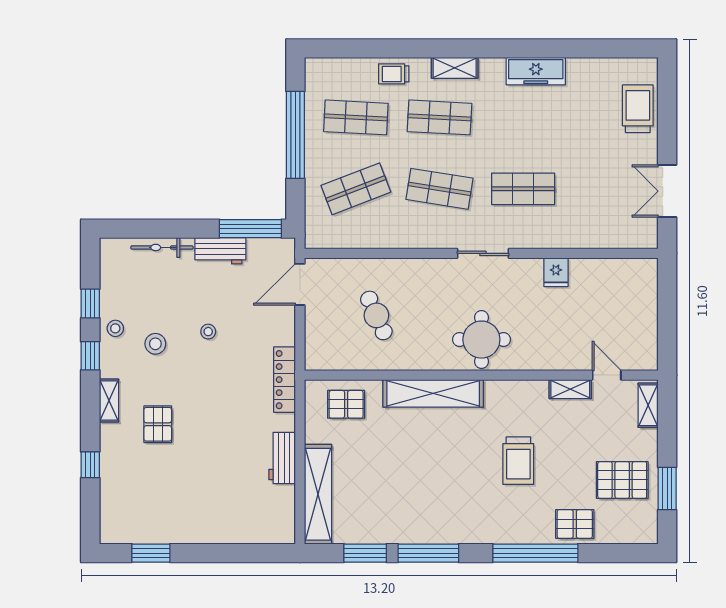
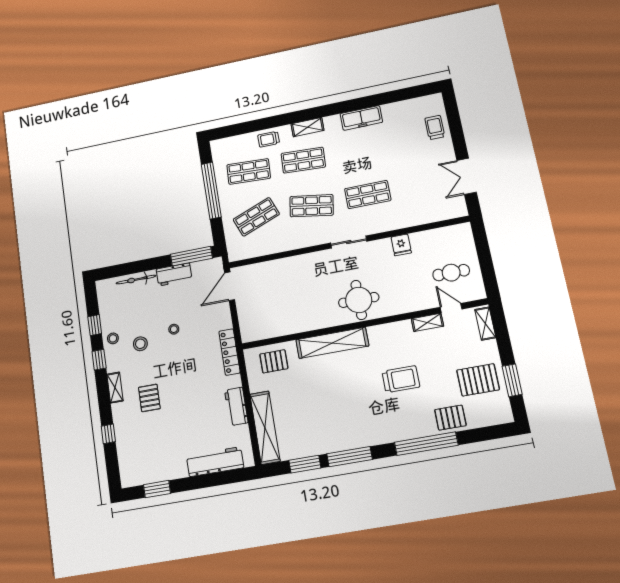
trolley: (638, 109) -> (435, 127), width x0.73, depth x0.72
cafe table: (376, 315) -> (451, 273), moved, turned -66
trolley: (518, 461) -> (401, 379), turned -90
workbench: (240, 529) -> (215, 462), added

